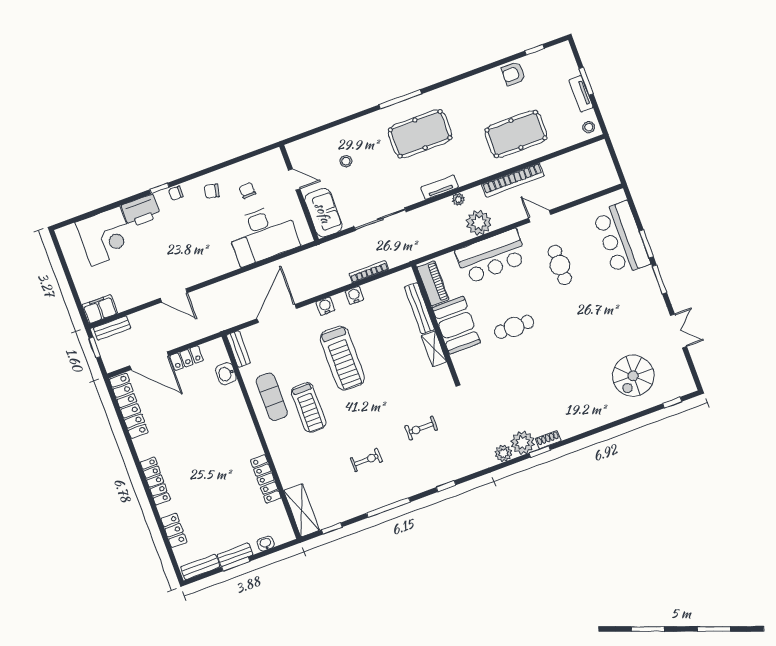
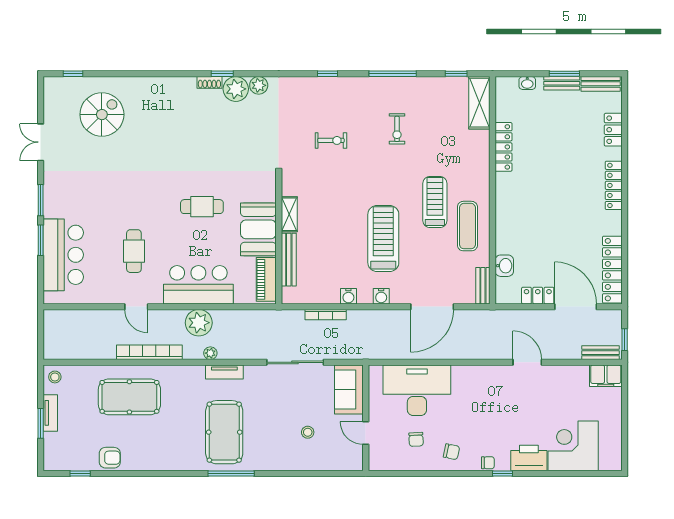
pool table: (420, 134) -> (224, 432), turned 90
exercise bike: (366, 460) -> (397, 129), turned -90

